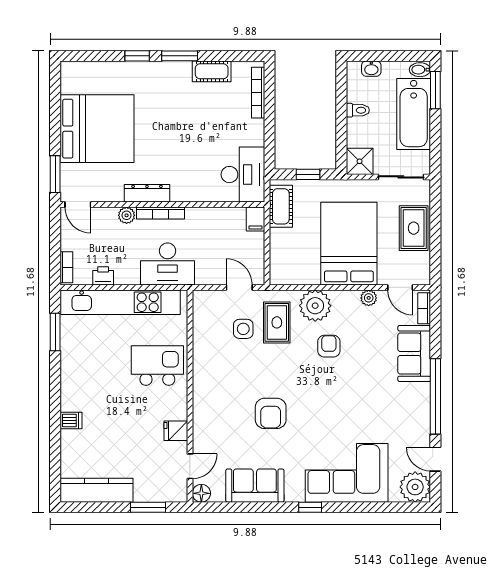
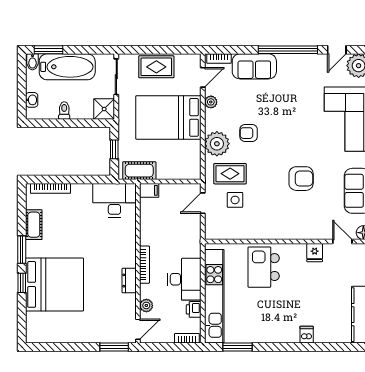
bed: (97, 129) -> (54, 284), moved, turned 90
dresser: (147, 193) -> (129, 281), width x0.70
plant: (127, 215) -> (146, 305), moved
desk: (168, 264) -> (184, 279), moved

